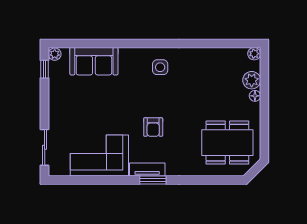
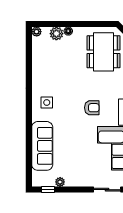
plant: (55, 54) -> (60, 182), moved
sofa: (94, 61) -> (42, 146), width x1.36

